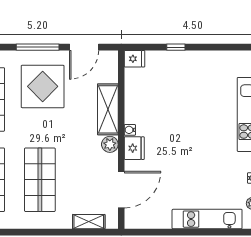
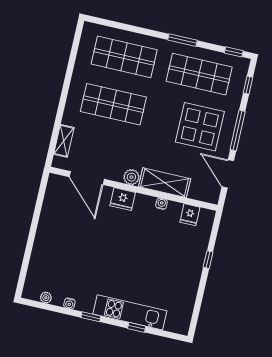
fridge: (134, 59) -> (190, 215), moved
water cooler: (130, 130) -> (162, 204), moved
kitchen unit: (207, 219) -> (41, 252), removed

